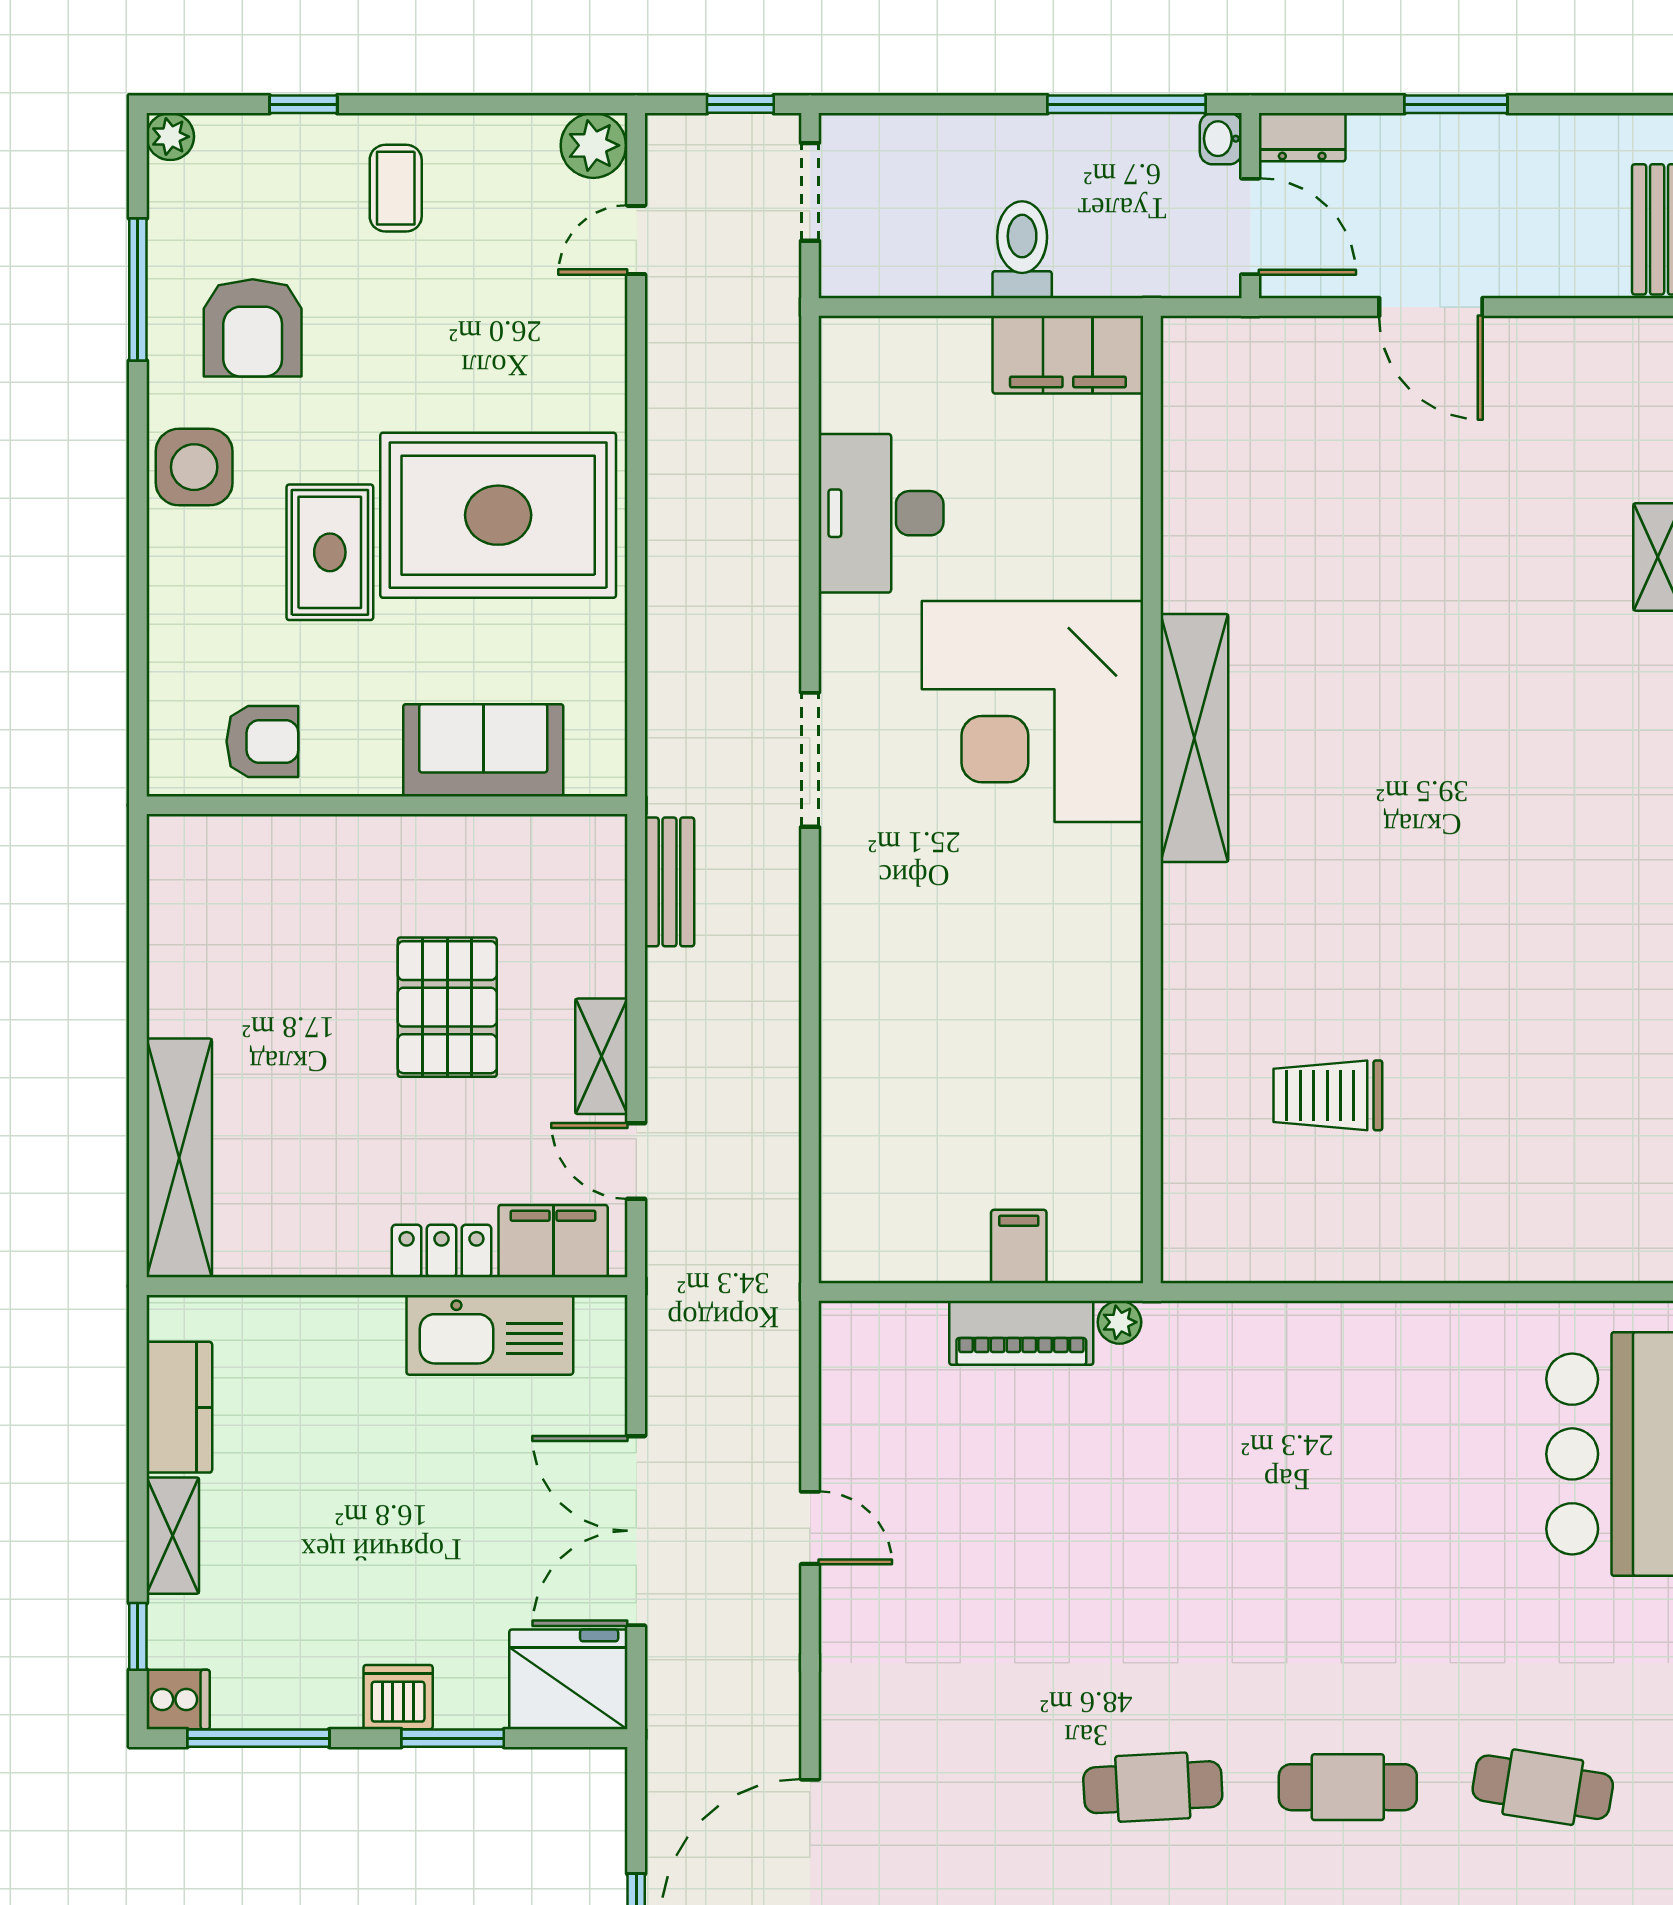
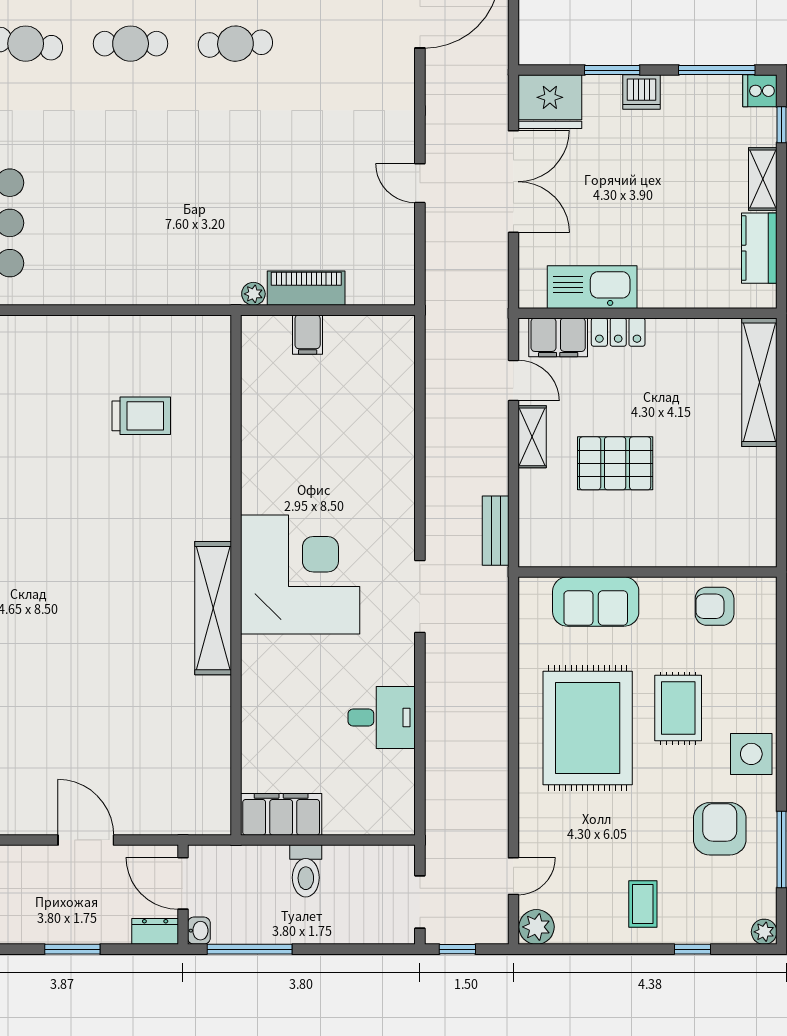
desk: (881, 513) -> (382, 718), width x0.73
rug: (498, 515) -> (588, 728), turned 90
corner desk: (1032, 711) -> (300, 574), moved
pallet: (447, 1007) -> (615, 463), turned 90

